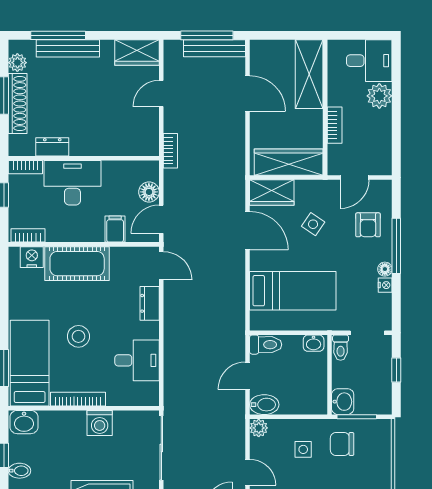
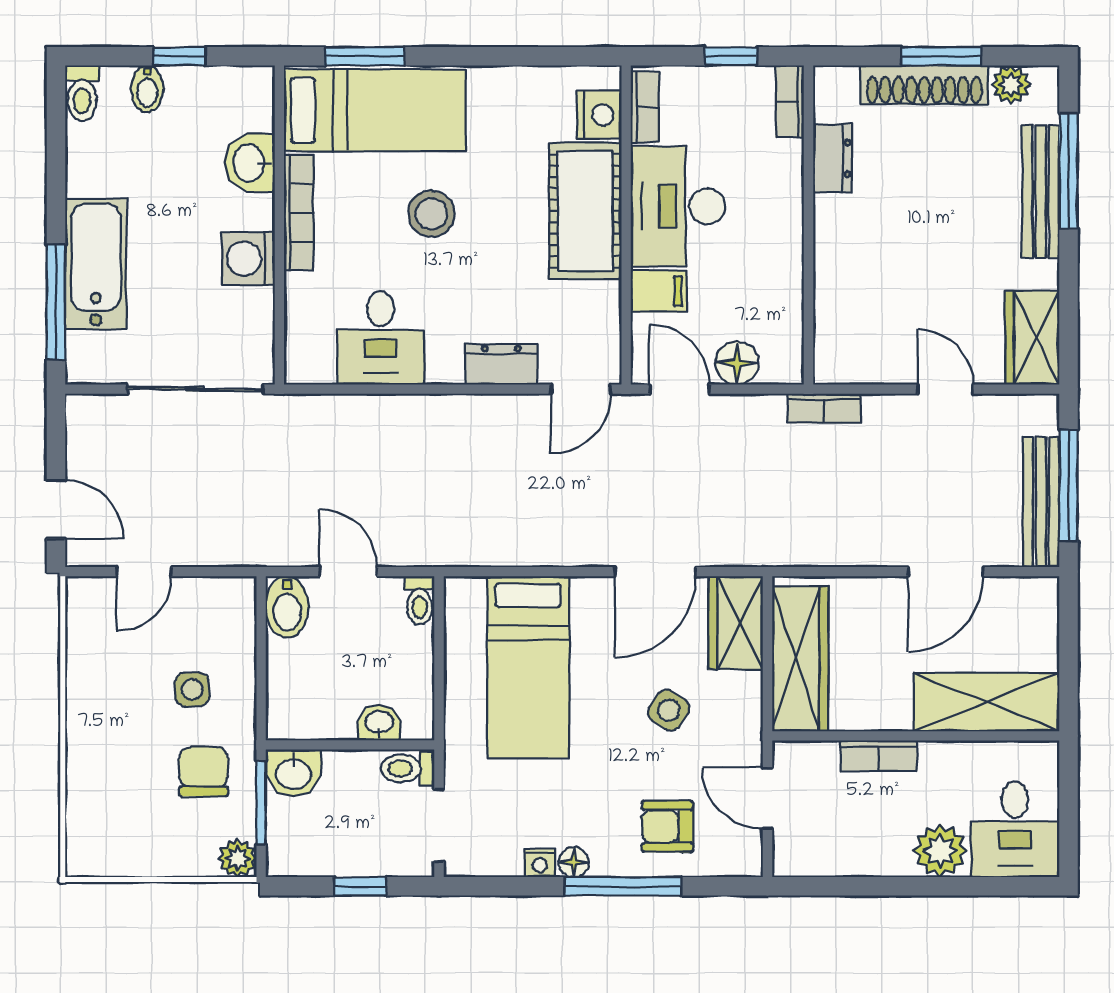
desk: (72, 183) -> (678, 206), moved, turned 180
washbasin: (314, 343) -> (379, 723), moved, turned 90
toilet: (266, 345) -> (420, 600), width x0.73, depth x0.72
washbasin: (24, 422) -> (250, 163), moved
plant: (259, 428) -> (238, 858), moved

